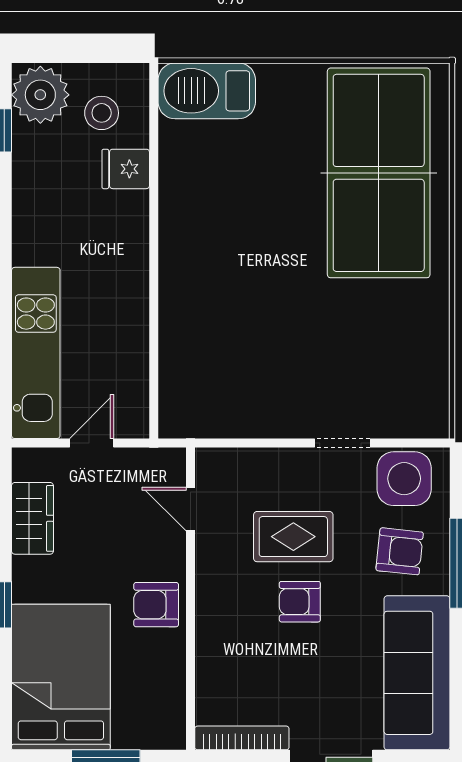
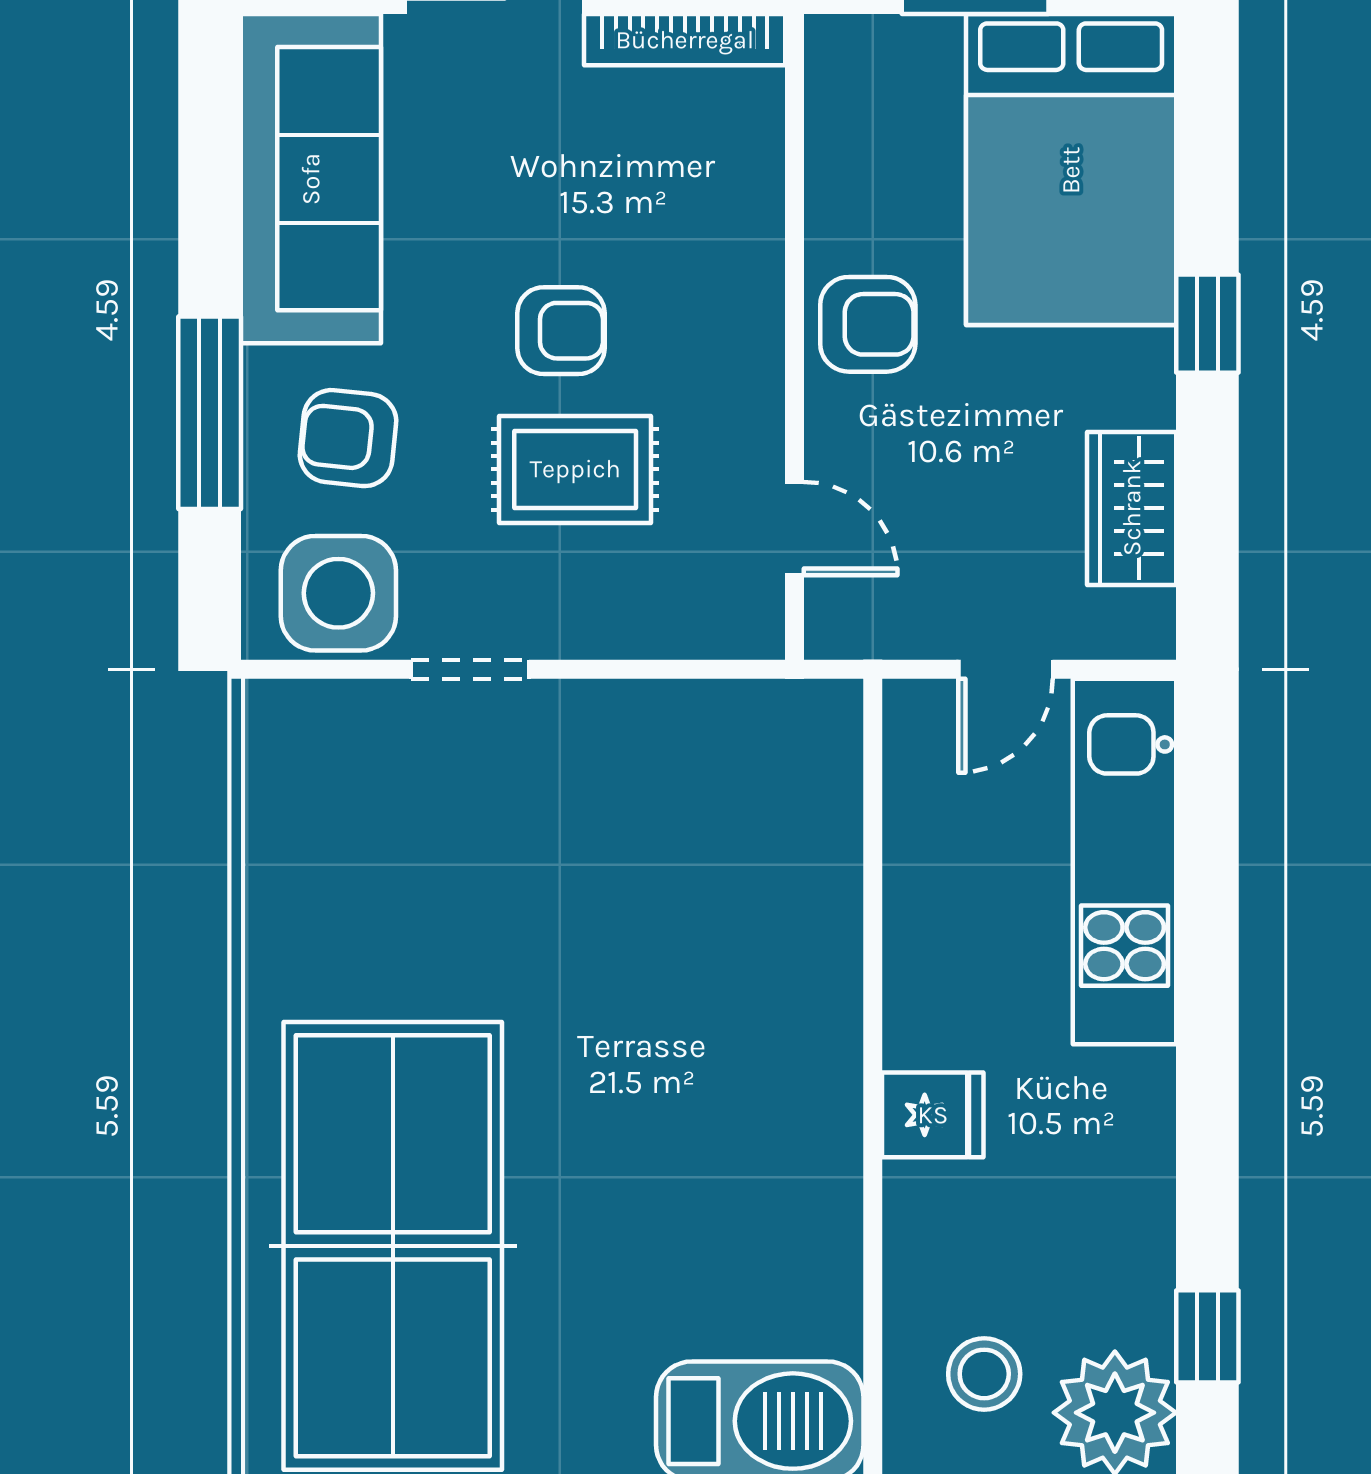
fridge: (126, 169) -> (933, 1115), moved

